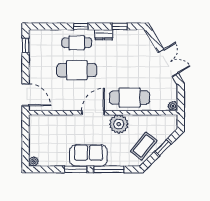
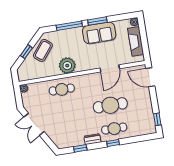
cafe table: (130, 98) -> (62, 89), width x0.73, depth x0.74
door: (93, 113) -> (110, 68), moved
fireplace: (35, 139) -> (136, 41), added
sofa: (89, 155) -> (99, 33), moved

